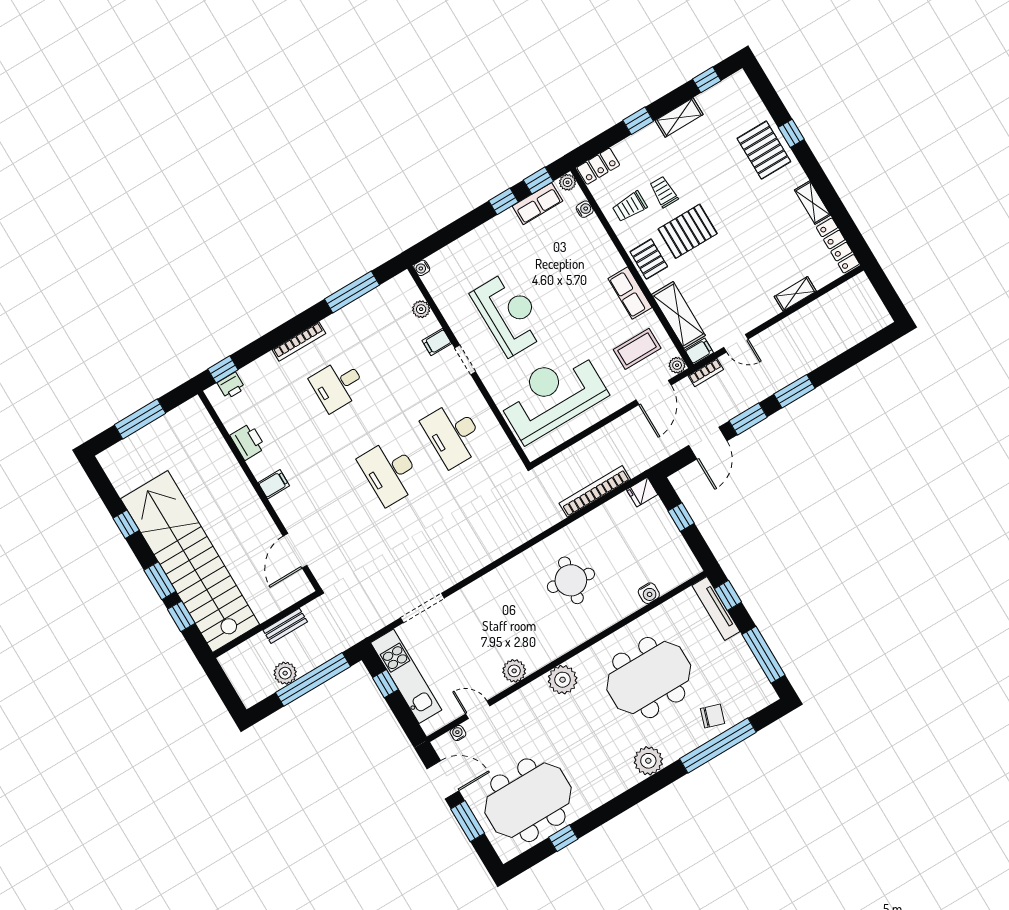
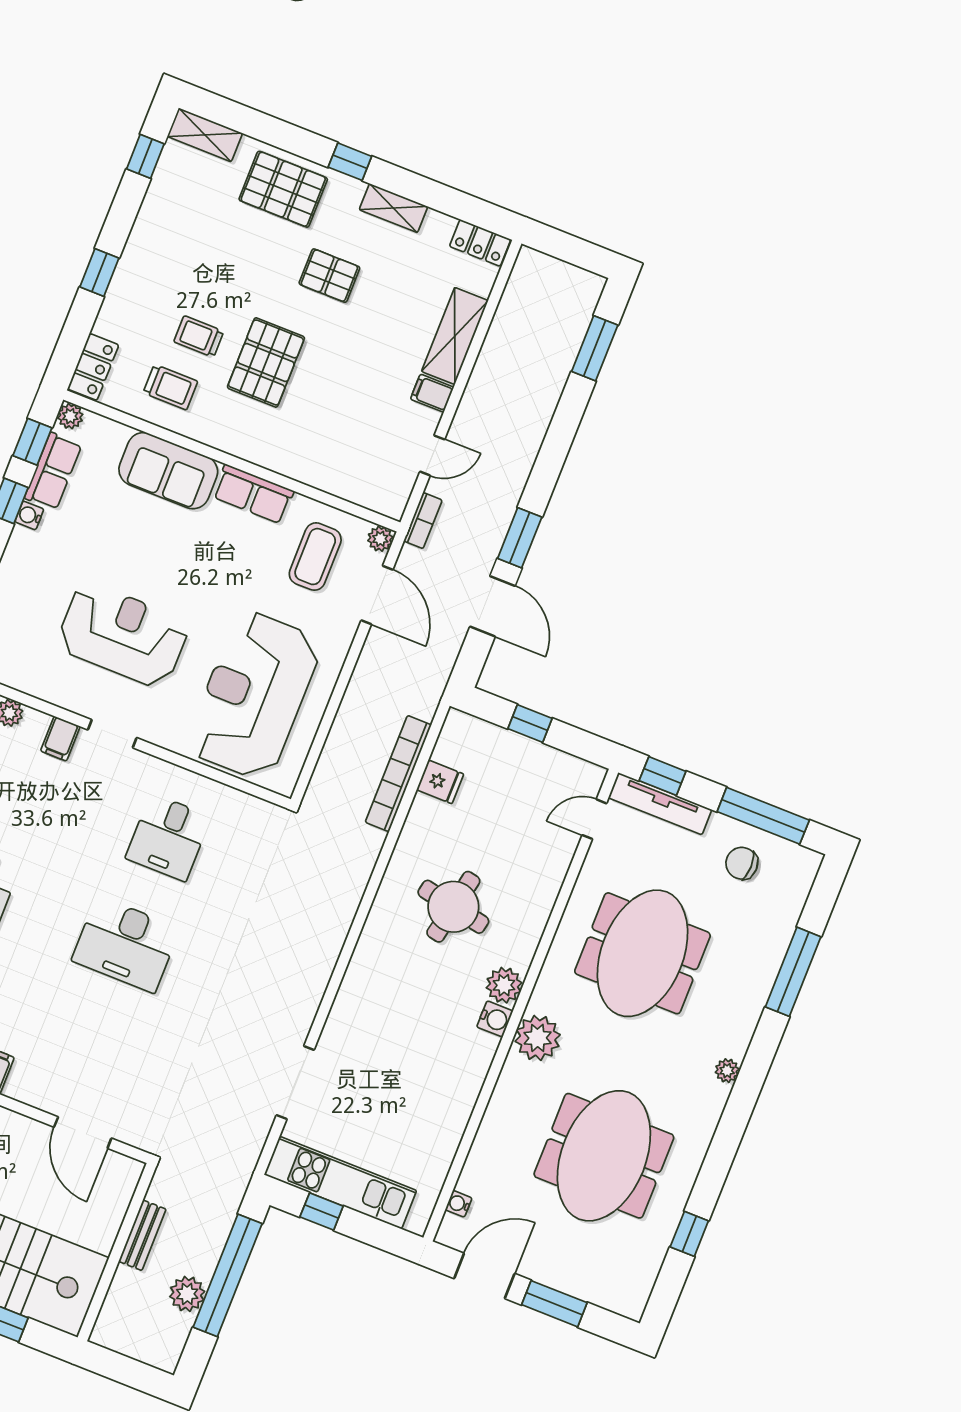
shelving: (679, 118) -> (205, 135), moved, turned 90
window: (791, 133) -> (350, 162), moved
trolley: (630, 207) -> (170, 387), turned -90
water cooler: (585, 209) -> (29, 515), moved, turned -90
locker: (838, 246) -> (480, 243), width x0.66
sofa: (596, 248) -> (168, 471), added
pallet: (649, 259) -> (329, 276), moved
shelving: (795, 294) -> (455, 336), width x1.50, depth x1.33
shelving: (678, 315) -> (334, 475), removed
filing cabinet: (699, 351) -> (432, 393), moved, turned -90
window: (794, 391) -> (595, 348), moved
desk: (453, 434) -> (168, 837), width x0.73
fridge: (642, 492) -> (440, 782), moved, turned -90
water cooler: (649, 593) -> (495, 1019), moved
plant: (514, 671) -> (504, 985), moved
door: (478, 710) -> (594, 819), moved
chair: (713, 716) -> (742, 863), moved, turned -108
window: (718, 746) -> (793, 972), width x0.68
plant: (648, 761) -> (727, 1071), width x0.53, depth x0.53
meeting table: (528, 800) -> (604, 1156), moved

